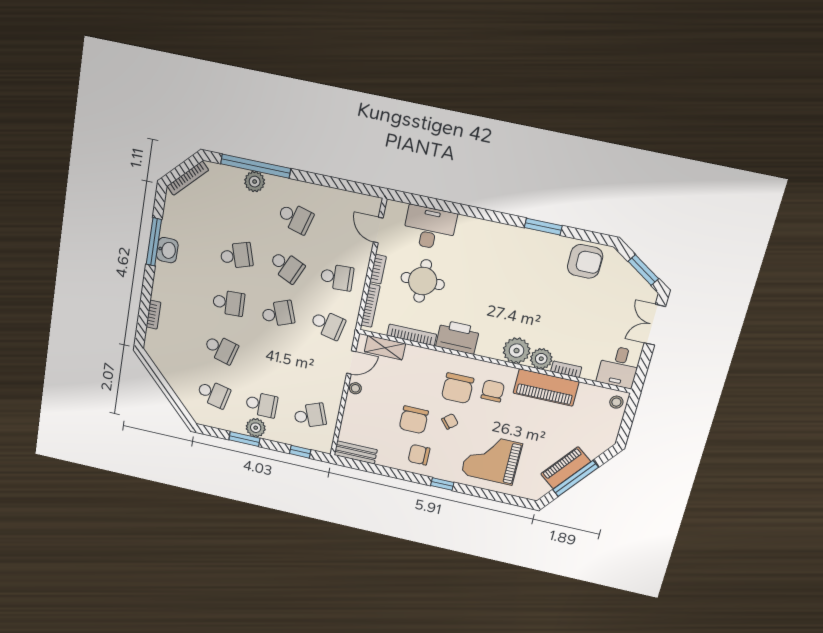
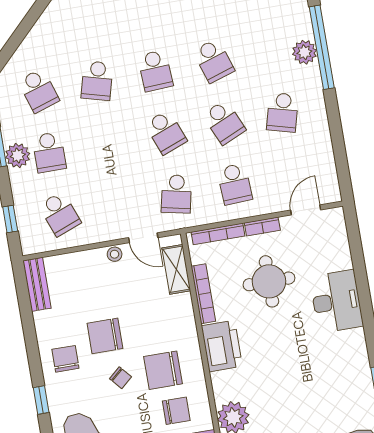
desk: (430, 228) -> (336, 301), moved
school desk: (287, 266) -> (224, 122), turned -48
school desk: (213, 394) -> (39, 91), turned -30

